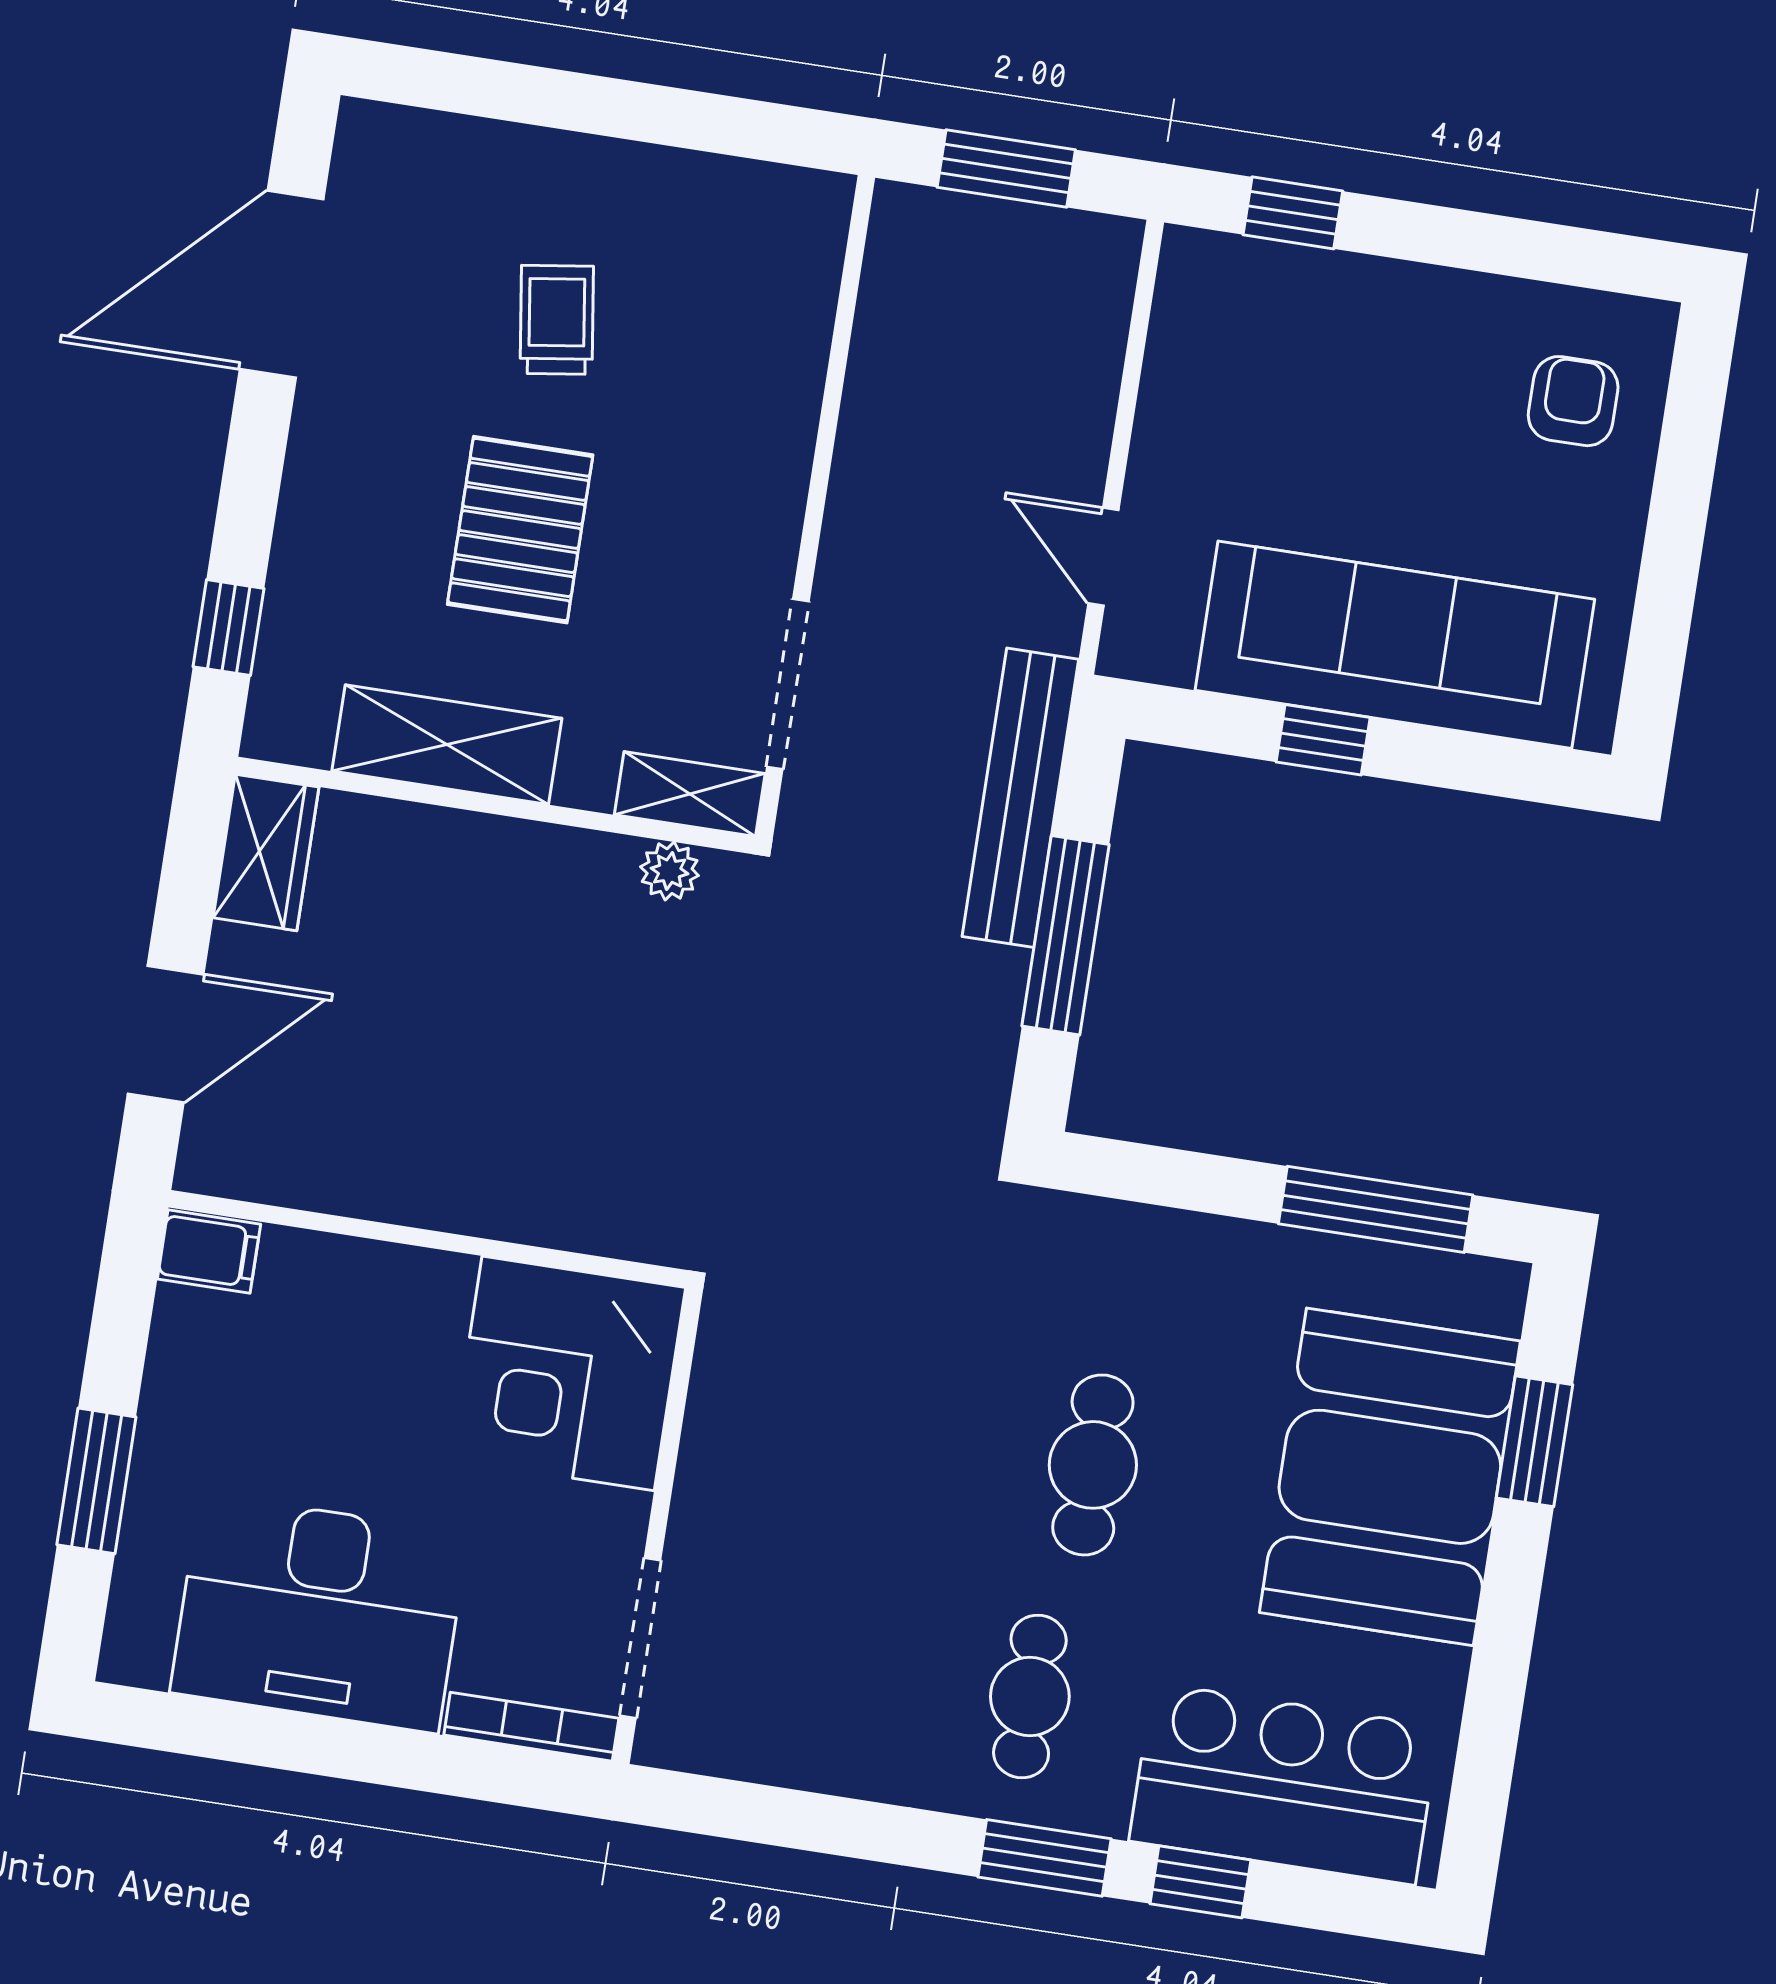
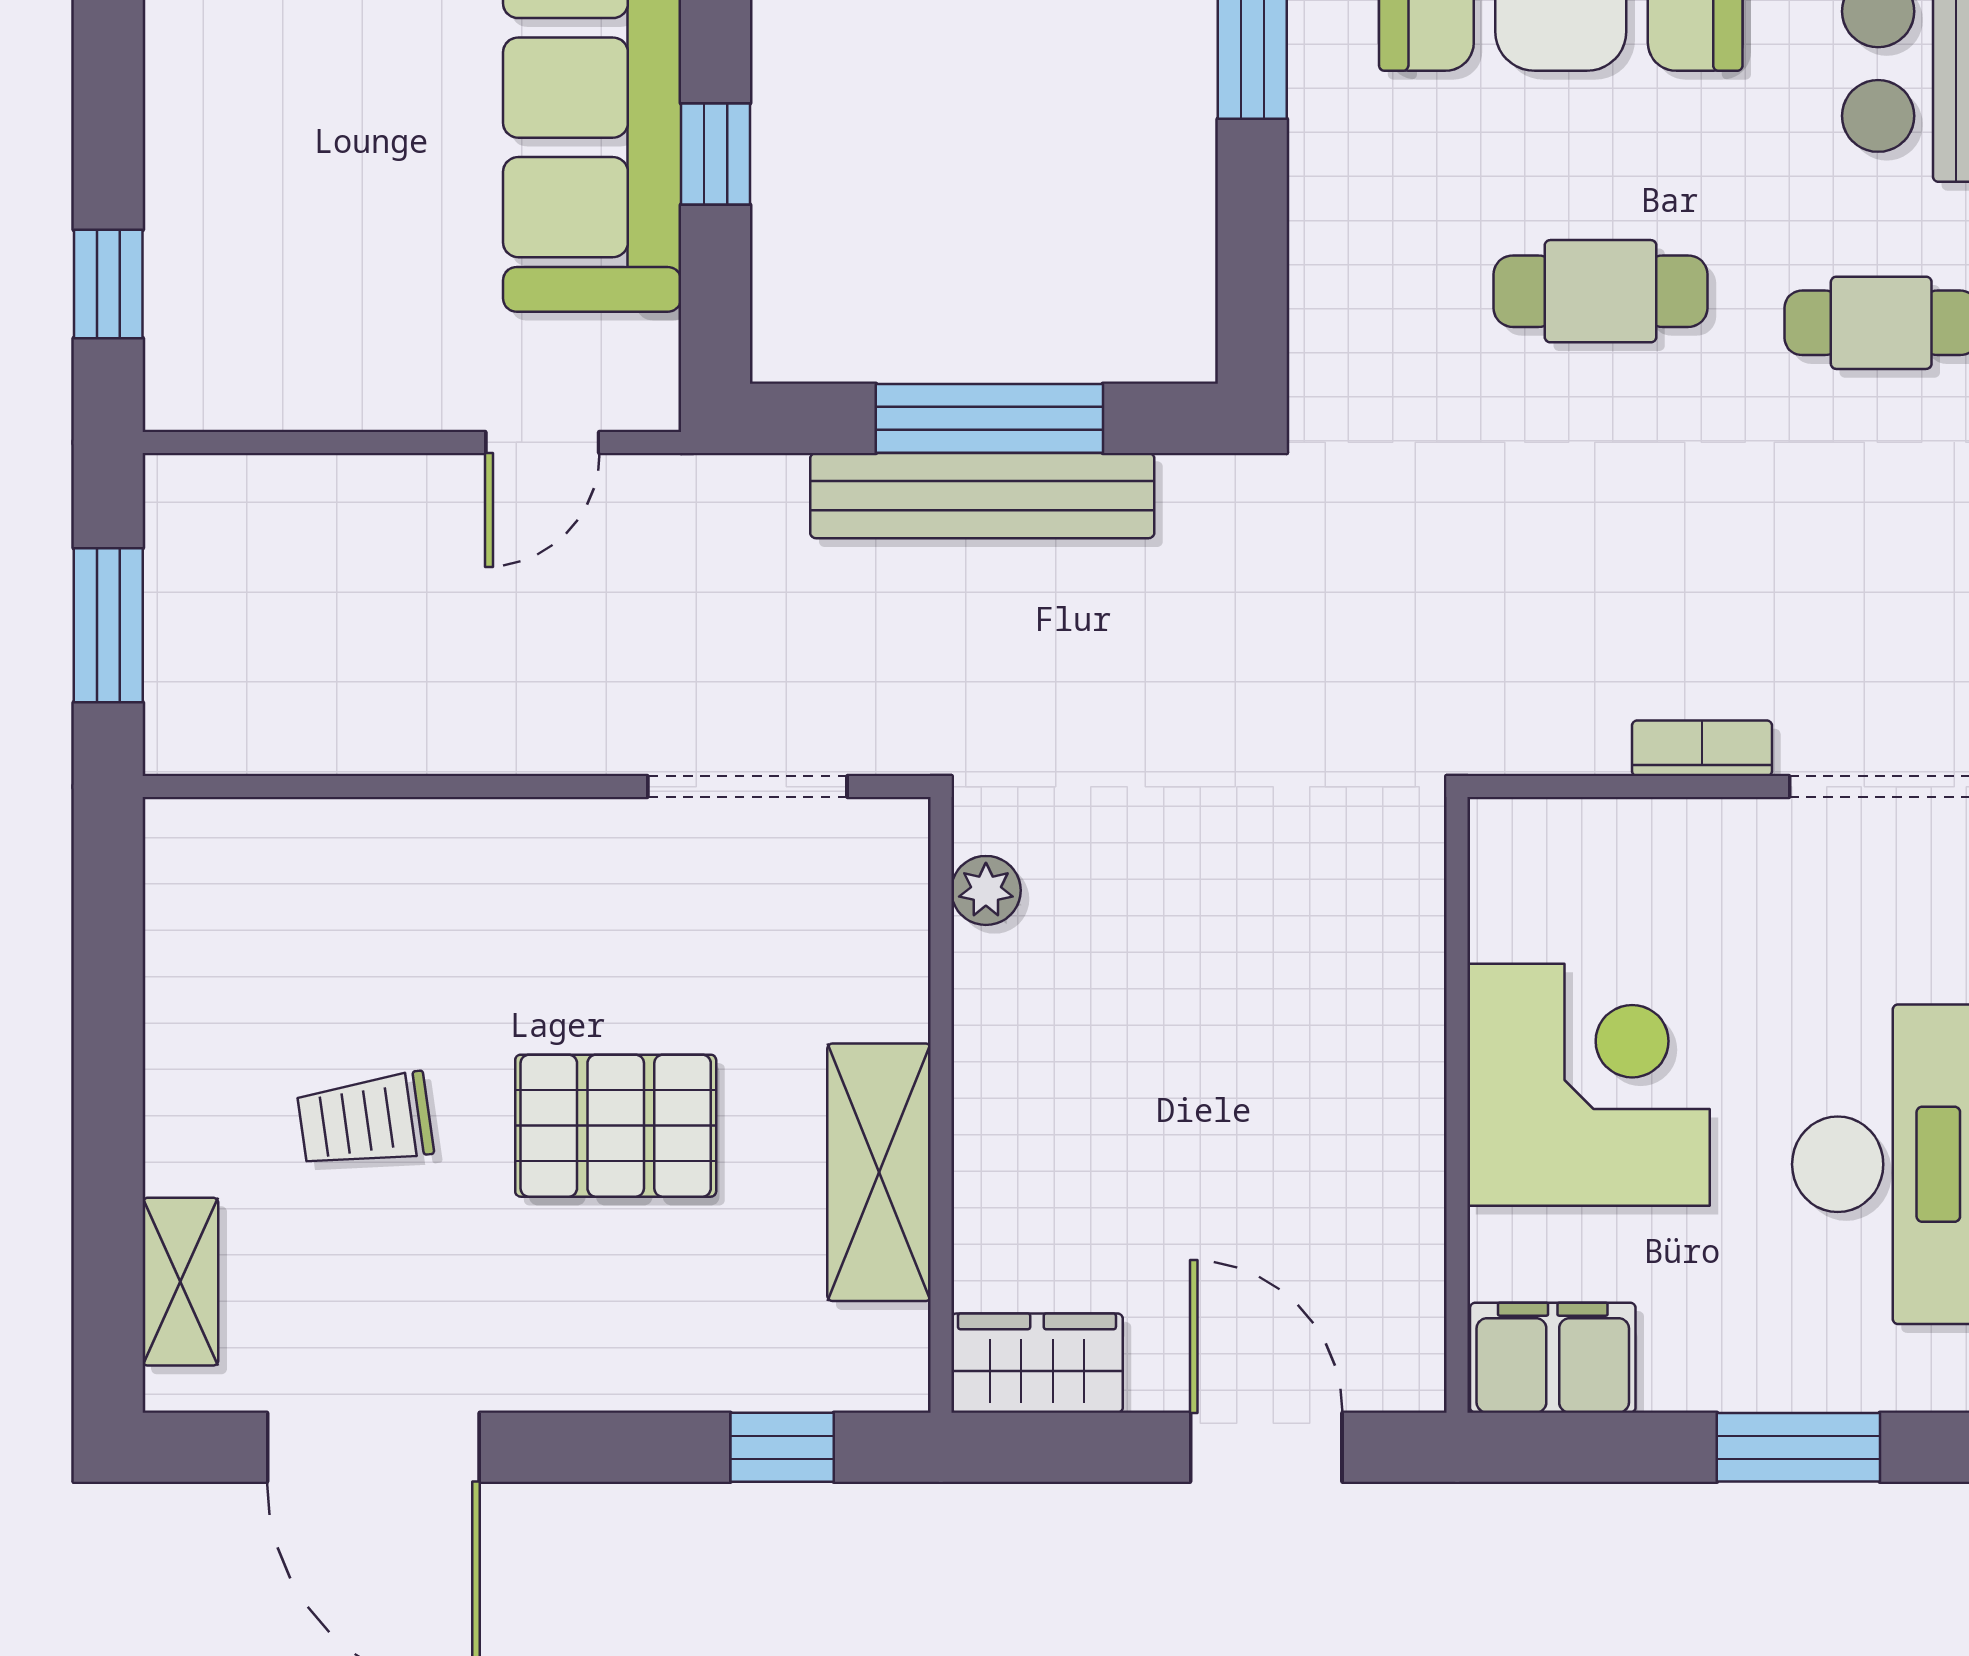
shelving: (690, 794) -> (180, 1282), moved
bench: (1020, 798) -> (982, 496), moved
filing cabinet: (209, 1252) -> (1553, 1358), width x2.00
corner desk: (568, 1373) -> (1589, 1085), moved, turned -90
bookcase: (696, 1491) -> (1702, 748), added

